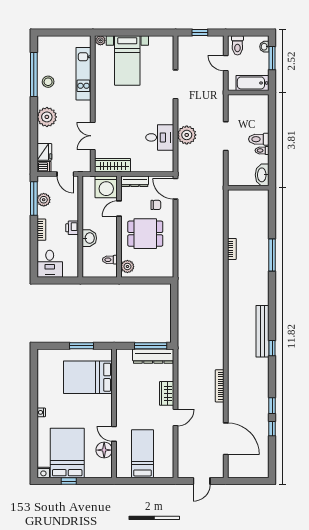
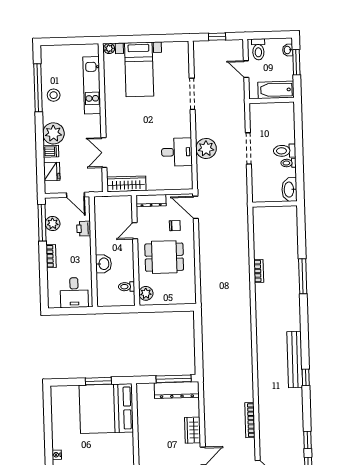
dishwasher: (44, 167) -> (51, 151), moved
washing machine: (106, 187) -> (120, 208), removed
printer: (72, 228) -> (84, 229), moved
desk: (50, 264) -> (74, 293), moved
bed: (88, 377) -> (106, 409), width x1.36

